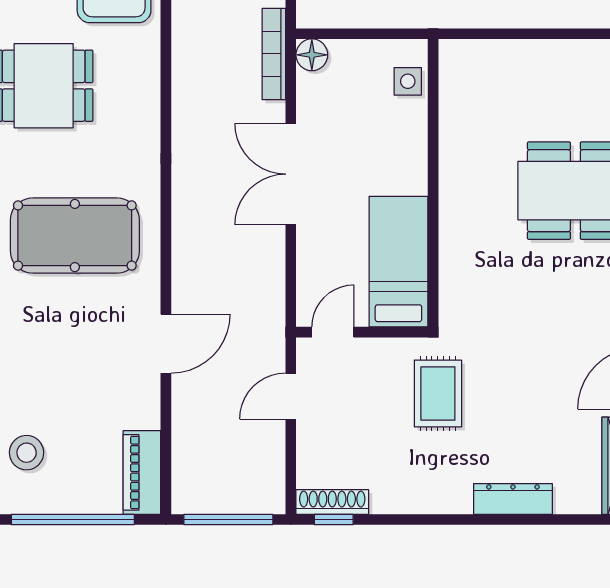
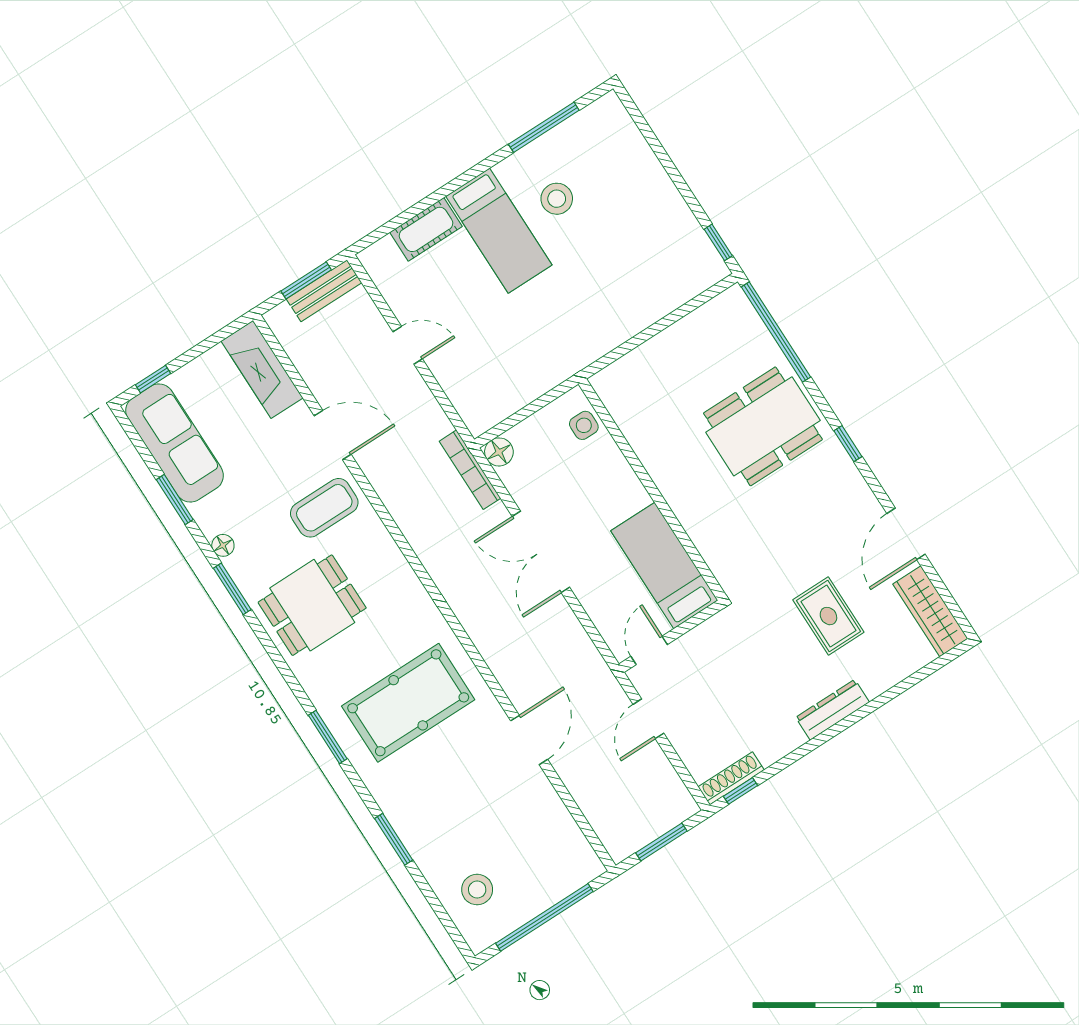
rug: (438, 394) -> (828, 616), moved
piano: (142, 472) -> (574, 848), removed
dresser: (513, 499) -> (832, 710), moved
window: (228, 520) -> (661, 842), width x0.69

